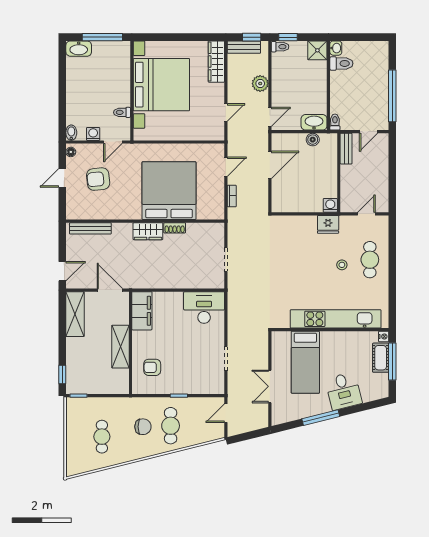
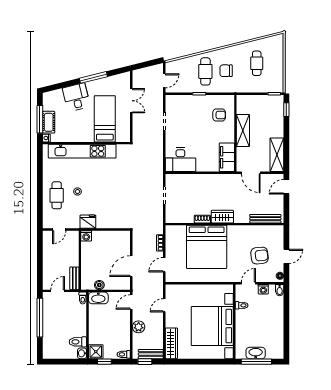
window: (288, 37) -> (104, 362), moved
washbasin: (79, 49) -> (256, 353), moved

